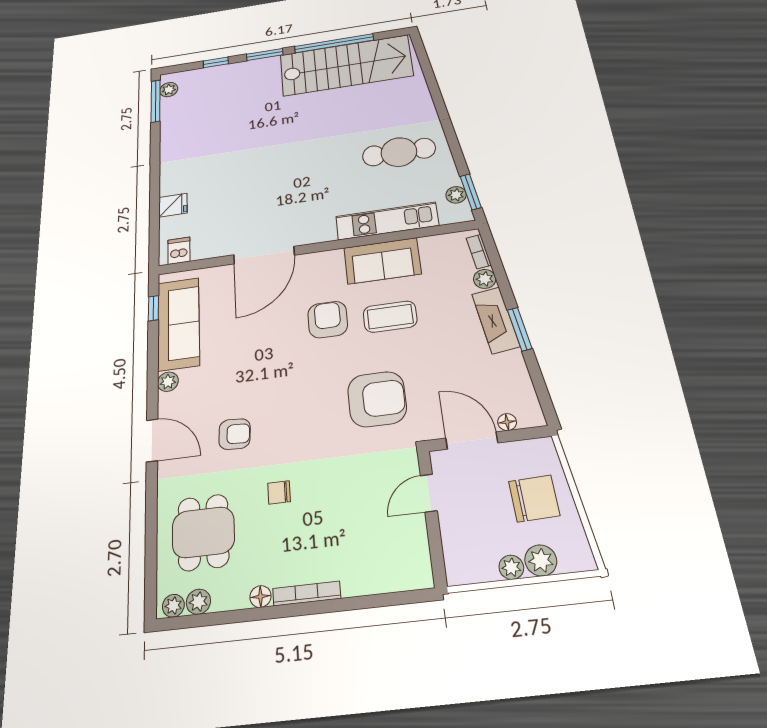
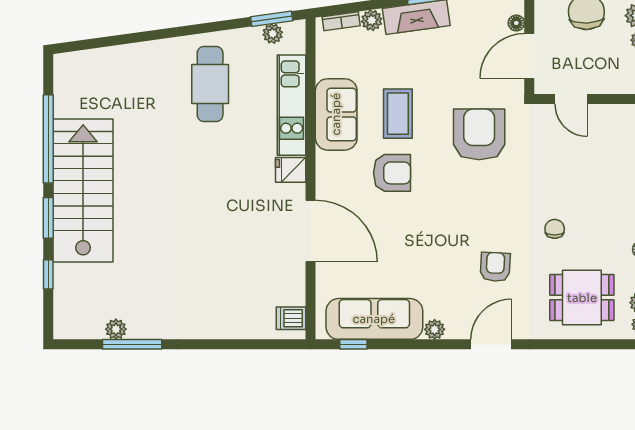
stairs: (346, 65) -> (83, 190), moved
plant: (169, 90) -> (116, 329), moved
window: (156, 101) -> (132, 344), moved
fridge: (173, 205) -> (291, 170), moved, turned -90
armchair: (328, 320) -> (392, 173), turned 180
chair: (279, 492) -> (555, 229), turned 180

